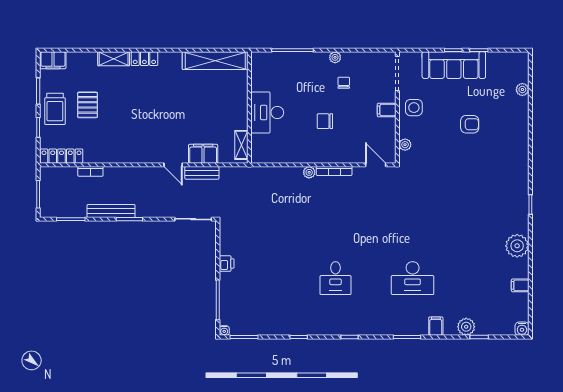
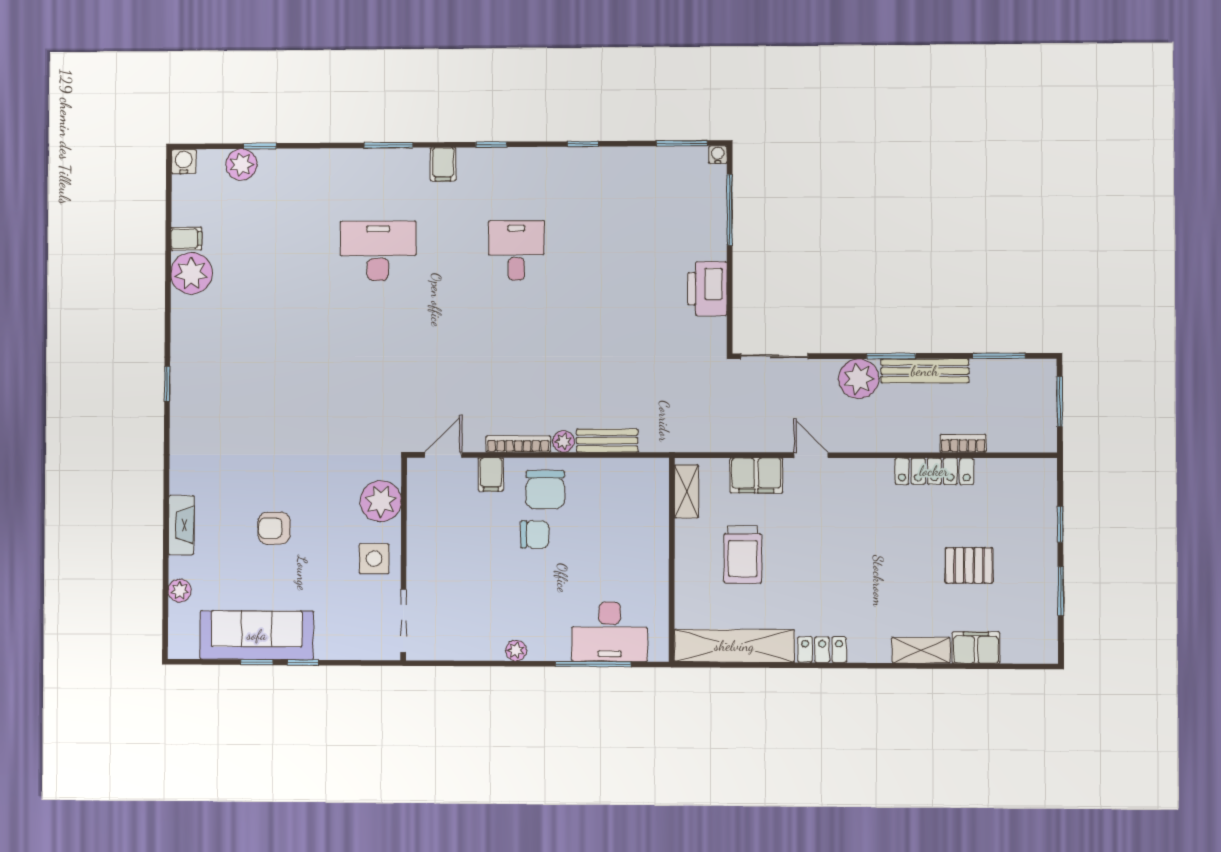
locker: (144, 59) -> (822, 650), moved
filing cabinet: (53, 60) -> (976, 648), moved
sofa: (454, 65) -> (257, 635), moved
chair: (344, 83) -> (545, 490), moved, width x1.87, depth x1.87
pallet: (88, 105) -> (969, 565), turned 90
trolley: (55, 109) -> (743, 554), moved, turned 180
filing cabinet: (387, 110) -> (491, 474), moved, turned 90
desk: (267, 112) -> (610, 632), moved, turned 90
fireplace: (522, 126) -> (181, 525), added
plant: (405, 145) -> (381, 501), width x1.88, depth x1.88
locker: (62, 156) -> (934, 471), moved
door: (376, 165) -> (443, 455), swing flipped
bench: (202, 173) -> (607, 441), moved
plant: (147, 207) -> (859, 379), added
plant: (517, 246) -> (191, 273), moved
printer: (227, 263) -> (707, 289), width x1.87, depth x1.48
filing cabinet: (436, 326) -> (443, 164), moved
plant: (466, 327) -> (241, 164), moved

